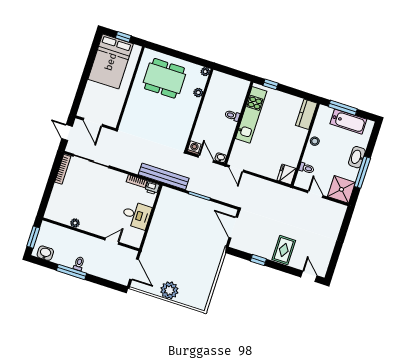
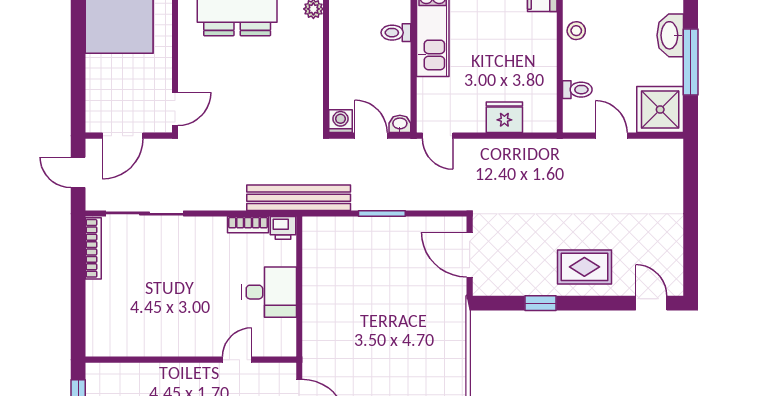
door: (121, 118) -> (175, 109), added
door: (93, 122) -> (123, 136), hinge flipped
fridge: (287, 174) -> (504, 117), moved, turned 90
plant: (75, 223) -> (152, 347), removed
rug: (284, 250) -> (584, 267), turned 90

